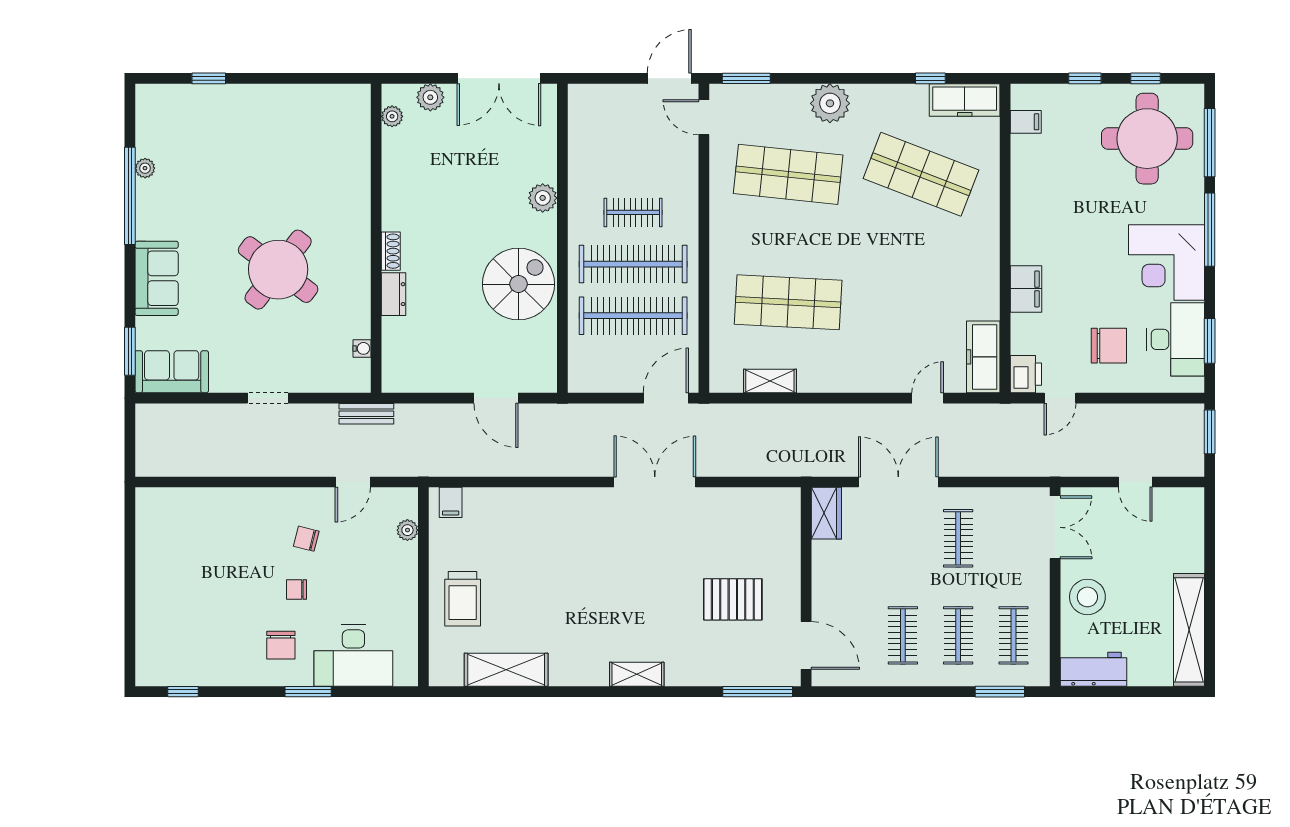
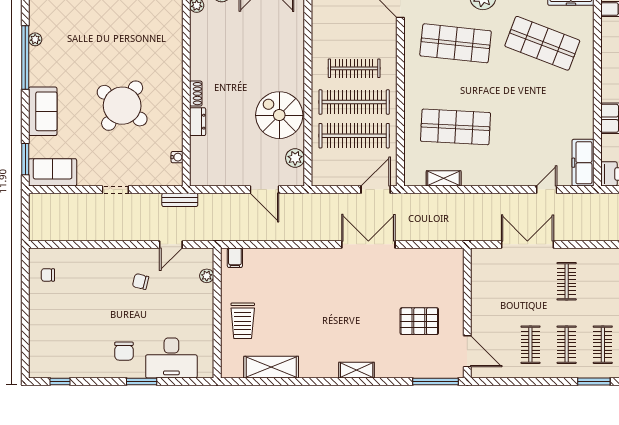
plant: (543, 198) -> (295, 158), moved
clothes rail: (633, 212) -> (354, 68), width x1.36
spiral stairs: (518, 284) -> (279, 115), turned -90
wardrobe: (826, 513) -> (480, 265), removed
chair: (296, 590) -> (48, 275), moved

